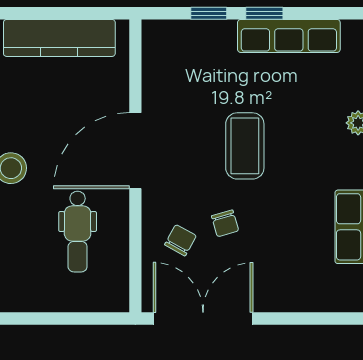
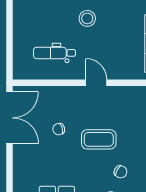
door: (135, 151) -> (96, 83), width x0.53
chair: (180, 240) -> (121, 172), moved

